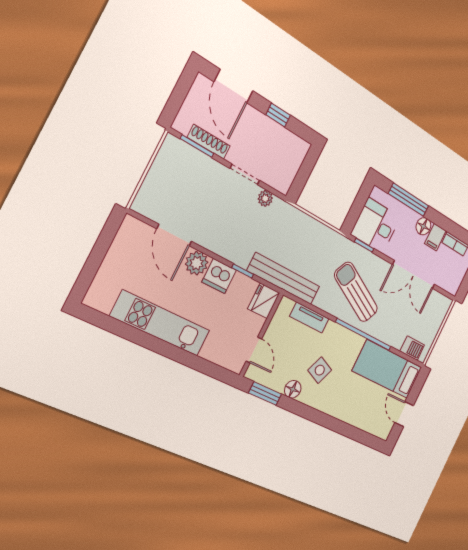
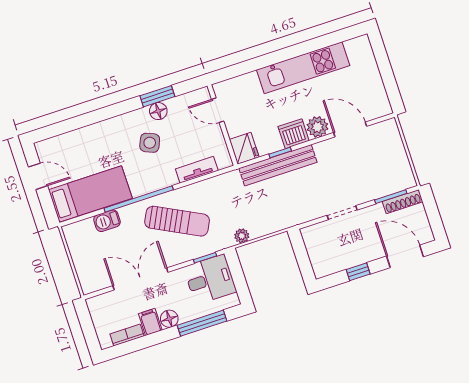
shoe rack: (209, 142) -> (403, 202), moved
plant: (265, 198) -> (242, 236), moved
bench: (284, 279) -> (278, 165), moved
barbecue: (412, 348) -> (107, 221), moved
window: (265, 394) -> (157, 96), moved

